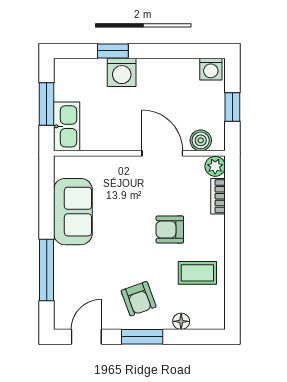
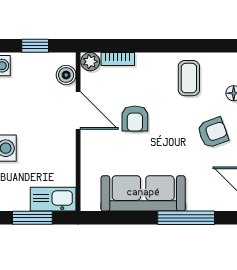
door: (162, 153) -> (78, 110), swing flipped
sofa: (73, 212) -> (143, 193), width x1.36
armchair: (170, 229) -> (135, 119), moved

